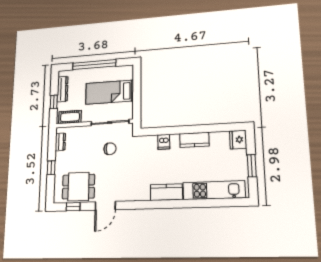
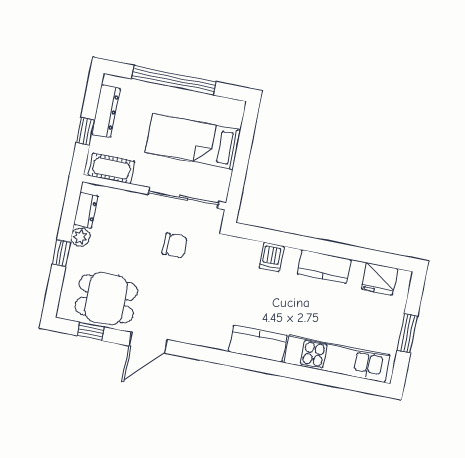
fridge: (238, 140) -> (379, 279), moved, turned -90
plant: (60, 157) -> (80, 237), added

